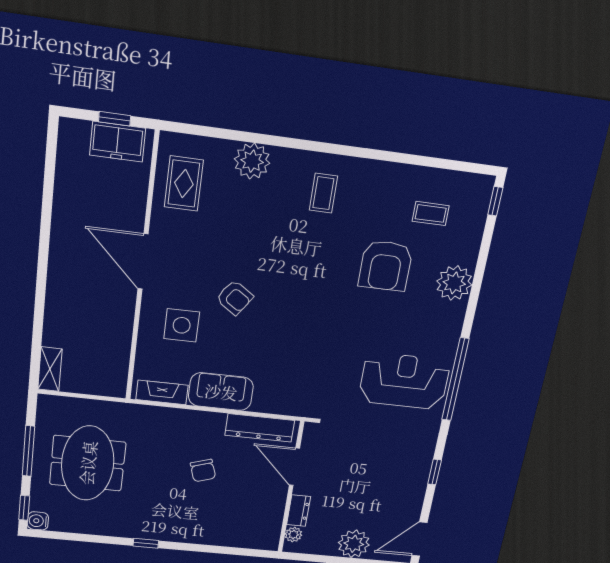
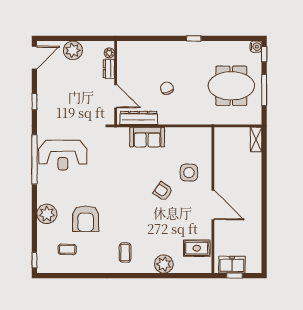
rug: (184, 184) -> (197, 248), turned 90
armchair: (386, 266) -> (86, 219), turned 180
fireplace: (162, 392) -> (195, 133), removed
sofa: (221, 392) -> (147, 137), moved
meeting table: (88, 463) -> (231, 86), turned 90

